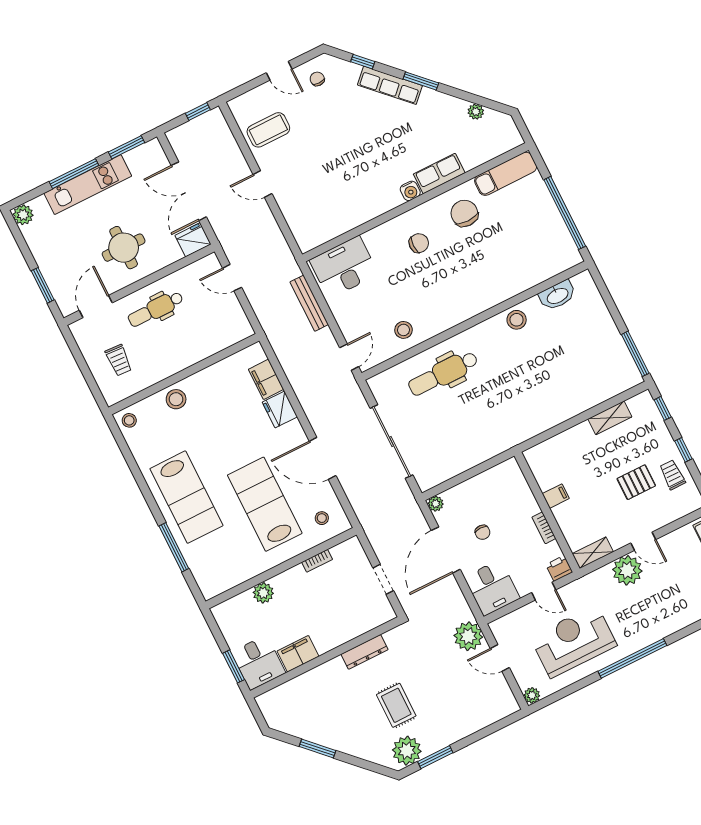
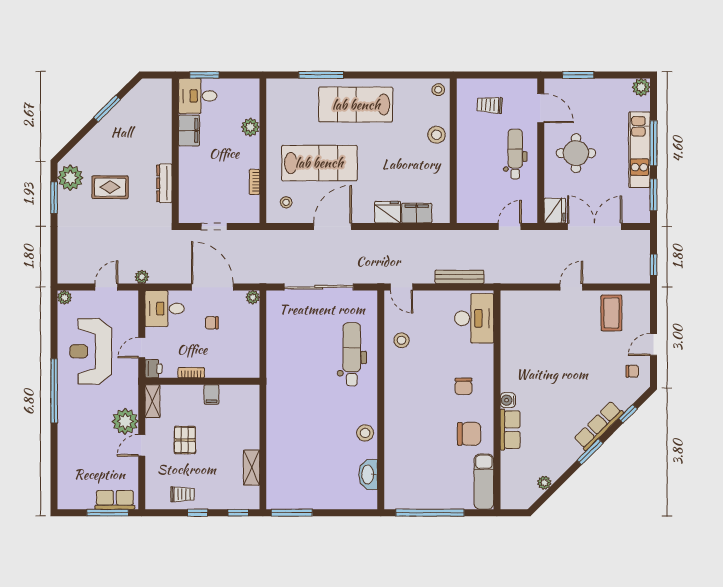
pallet: (636, 482) -> (185, 440), moved
plant: (468, 636) -> (142, 277), width x0.53, depth x0.53
reception desk: (573, 641) -> (91, 351), turned 180

